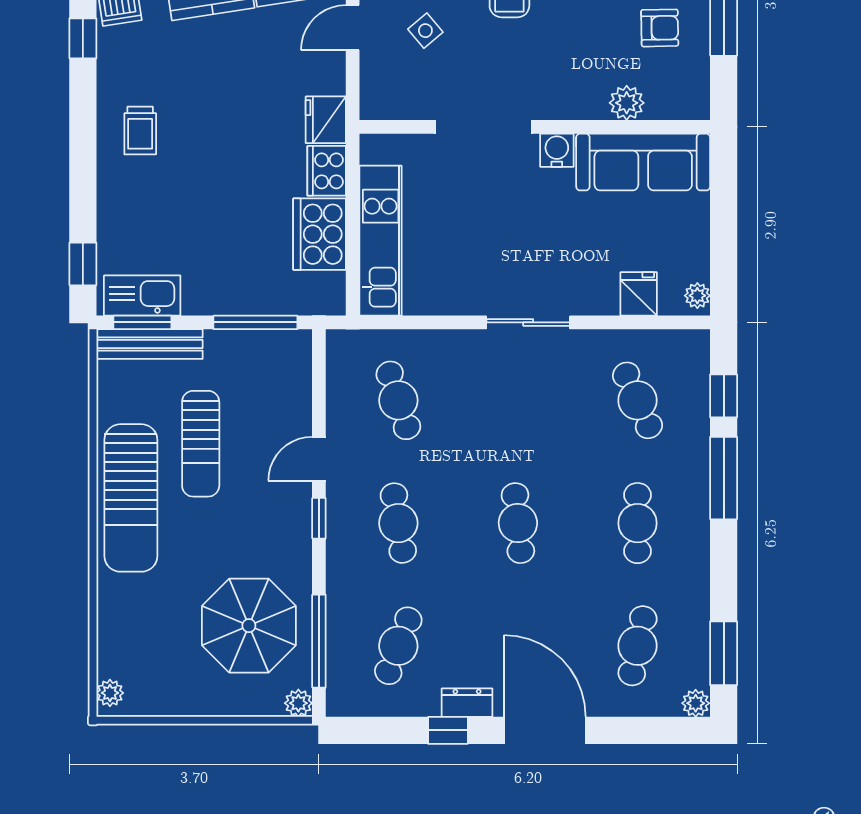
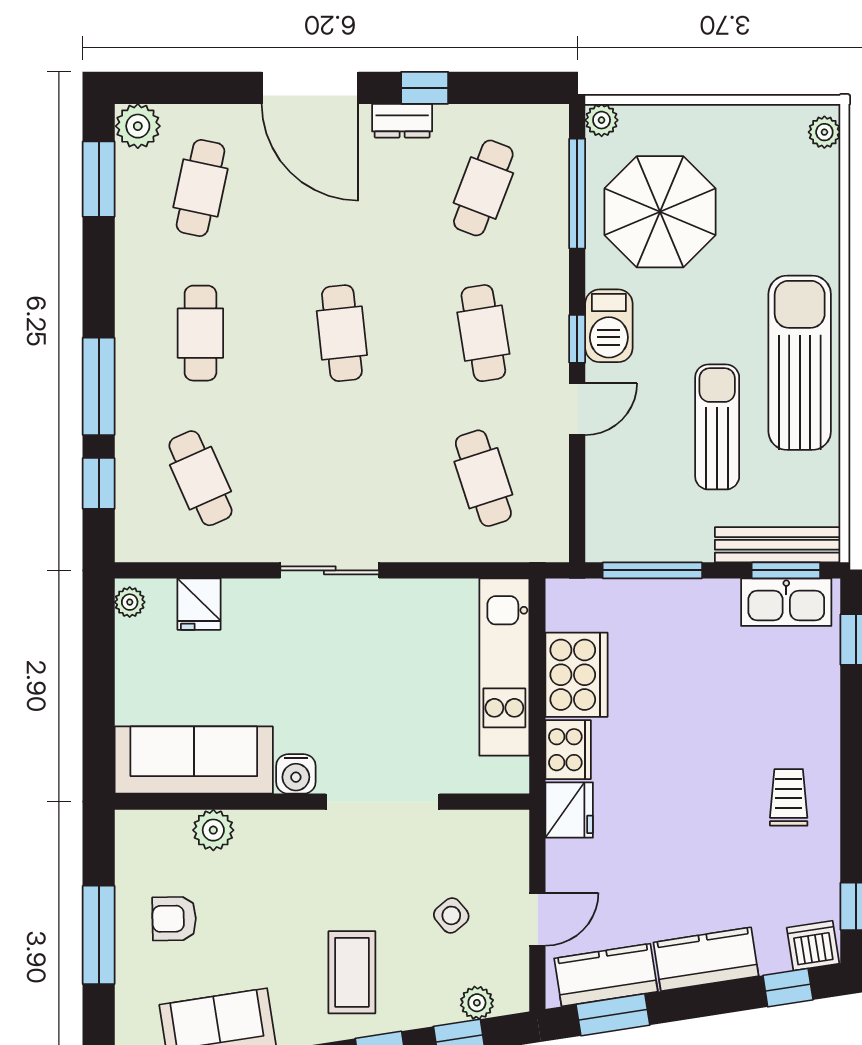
barbecue: (292, 529) -> (609, 326), added
plant: (696, 703) -> (138, 126), width x1.38, depth x1.38

